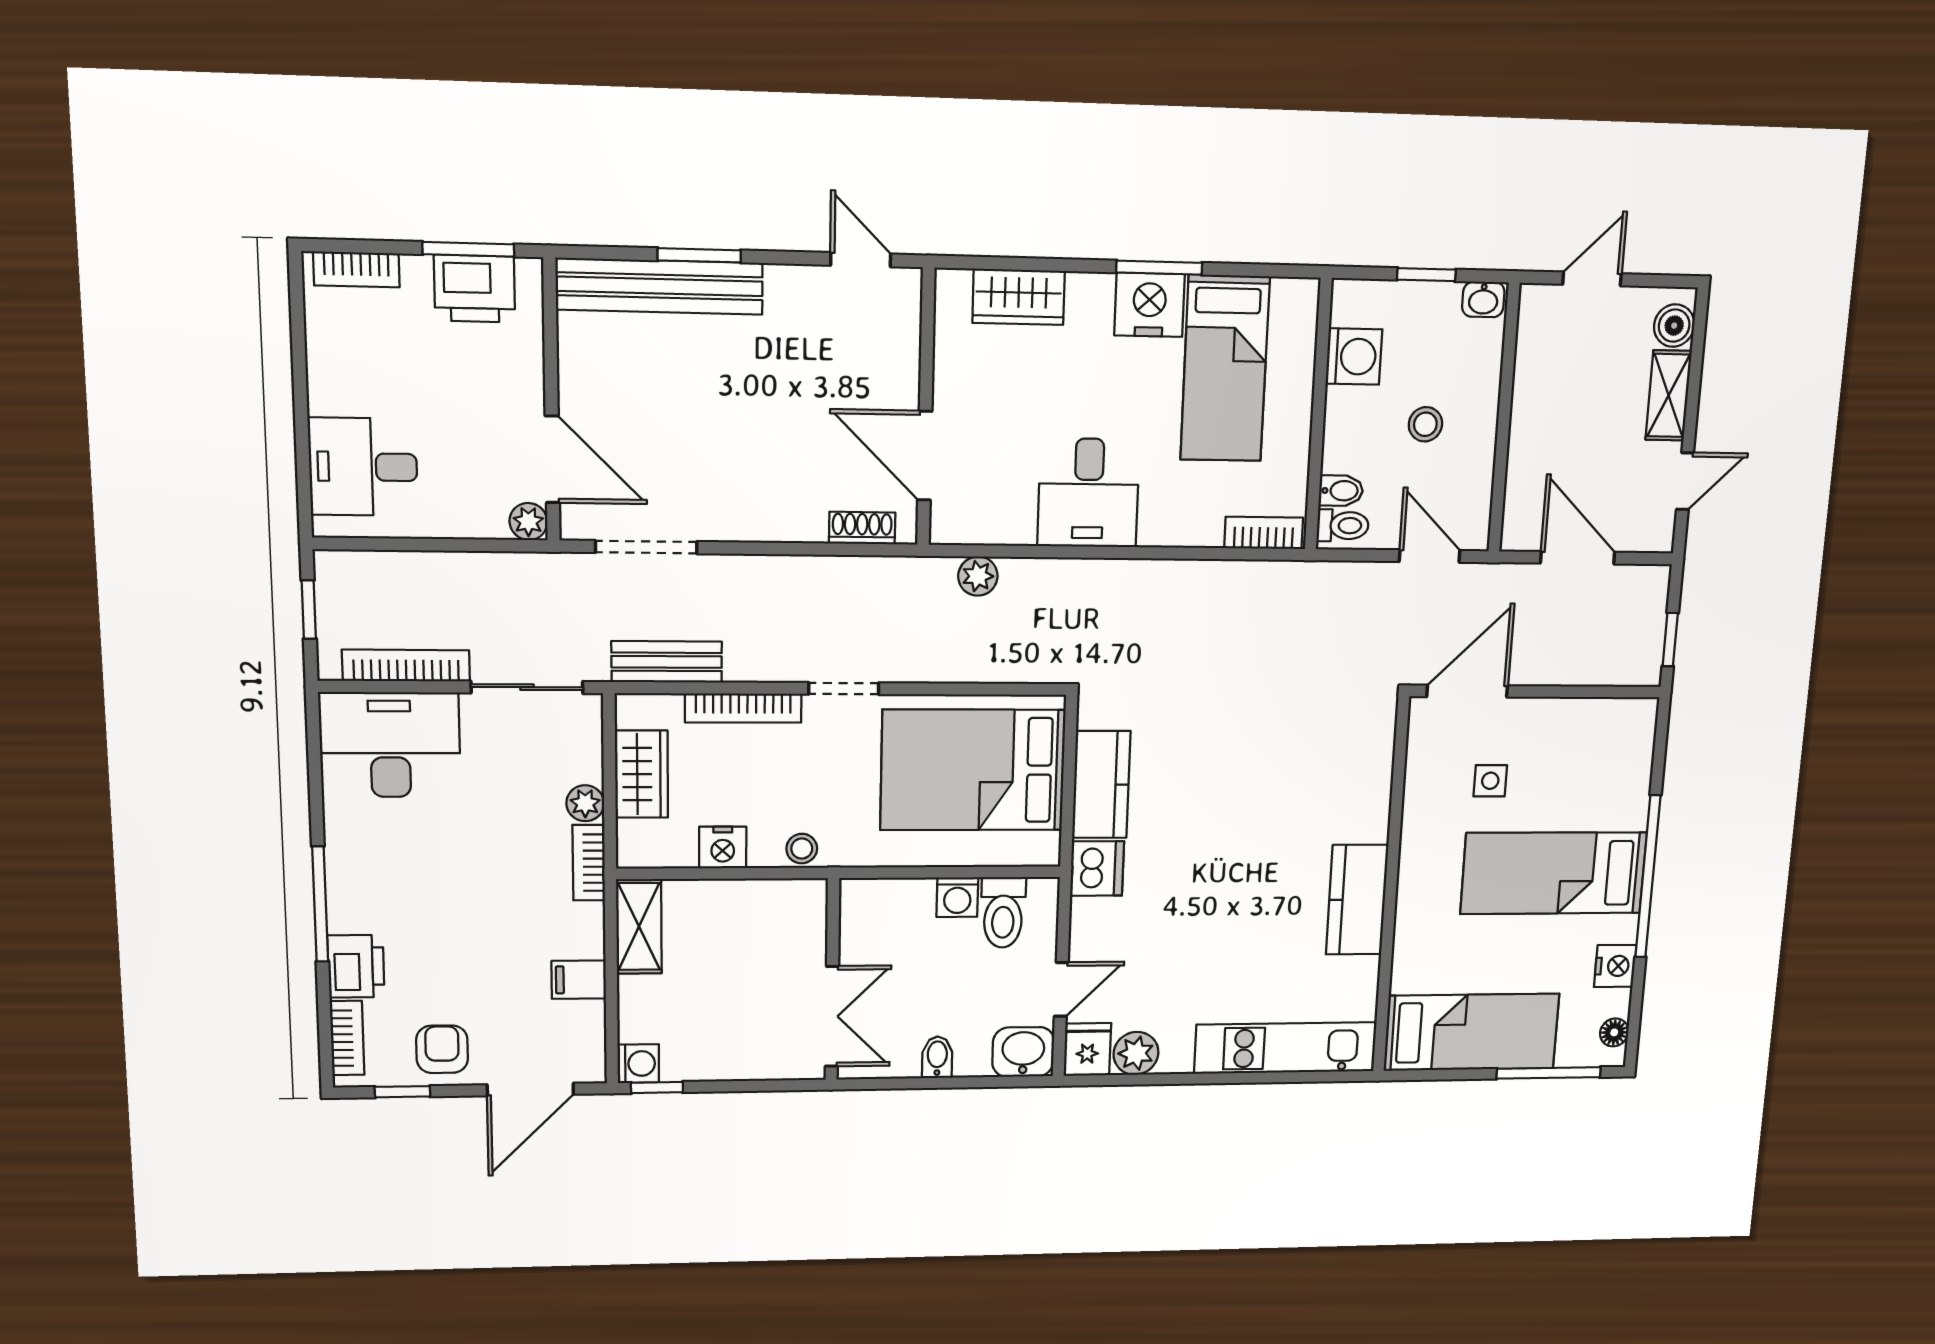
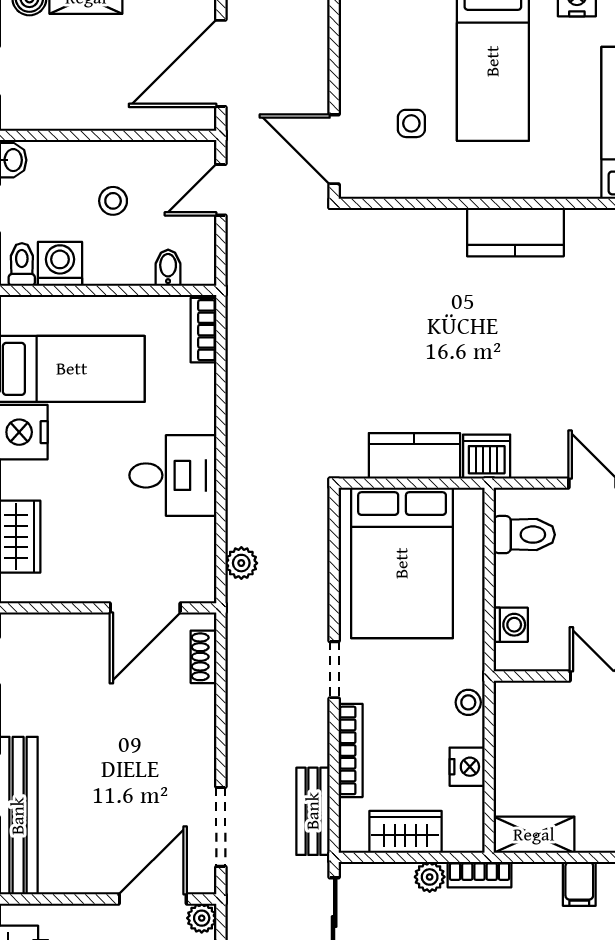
toilet: (1343, 526) -> (22, 265), moved
door: (1578, 558) -> (221, 63), width x1.36
washing machine: (957, 897) -> (511, 625), moved

